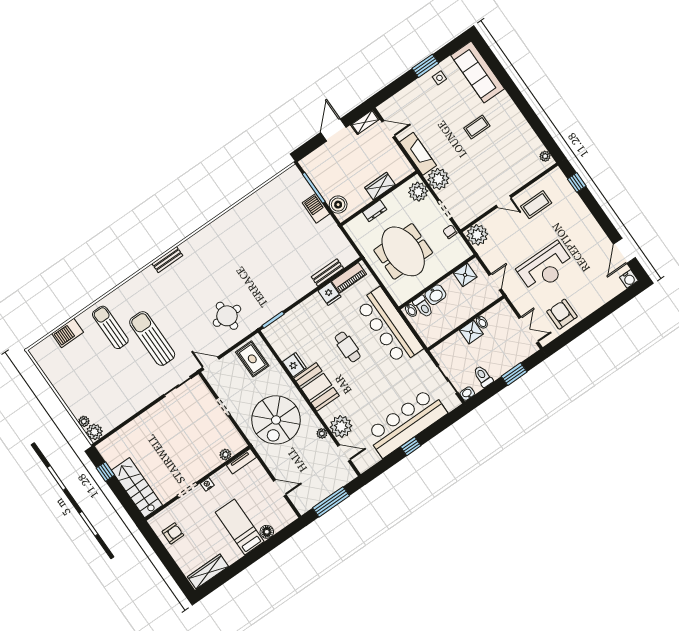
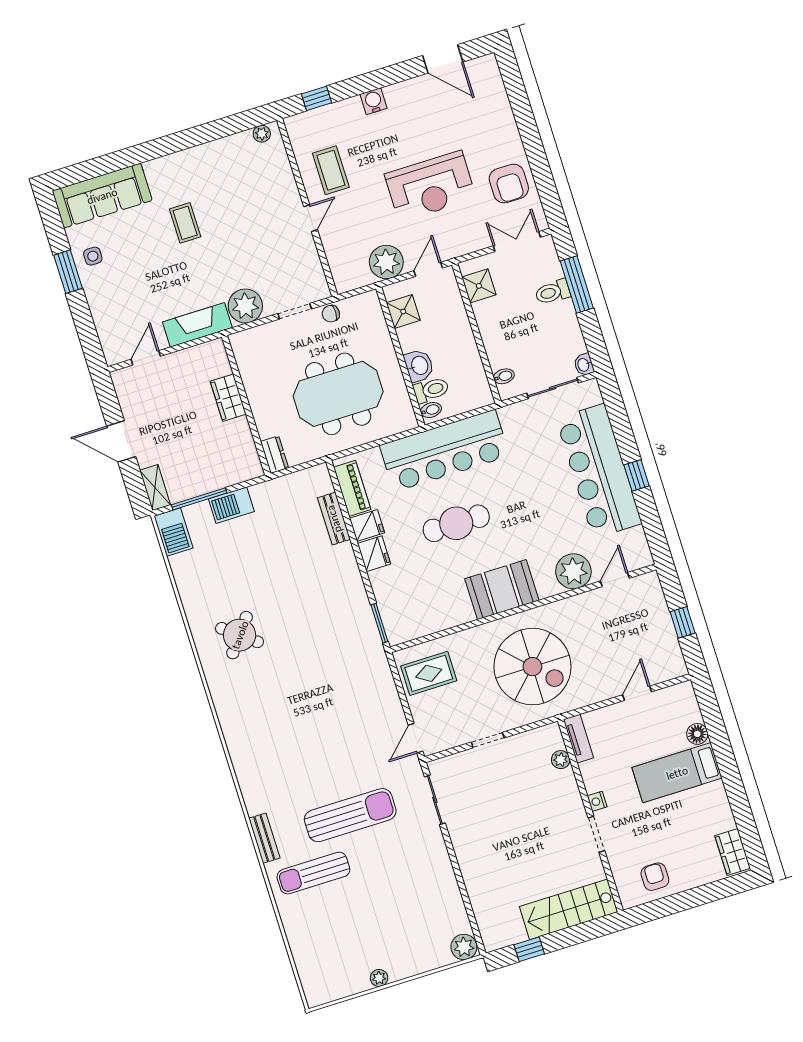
shelving: (365, 122) -> (155, 488), moved
plant: (418, 192) -> (255, 343), removed
boiler: (338, 205) -> (236, 470), removed
dresser: (375, 211) -> (275, 455), moved
plant: (477, 235) -> (386, 262), moved
bench: (167, 260) -> (264, 838), moved
reception desk: (545, 268) -> (430, 186), turned 90
water cooler: (629, 279) -> (374, 101), moved, turned -90
door: (495, 282) -> (428, 269), hinge flipped
armchair: (562, 314) -> (509, 184), turned -90
round table: (227, 316) -> (240, 635), moved, turned 38
bidet: (482, 322) -> (504, 376), moved
shower: (471, 332) -> (479, 286), moved
barbecue: (68, 333) -> (173, 532), moved
sun lounger: (152, 338) -> (350, 815), turned 180
cafe table: (348, 347) -> (456, 523), width x1.37, depth x1.35
fridge: (294, 365) -> (374, 554), moved, turned 90
window: (514, 374) -> (577, 285), width x1.44
toilet: (483, 376) -> (553, 292), moved
plant: (84, 421) -> (379, 978), moved
plant: (322, 433) -> (575, 604), removed
window: (331, 502) -> (683, 622), width x0.46
wardrobe: (208, 572) -> (733, 852), width x0.67

